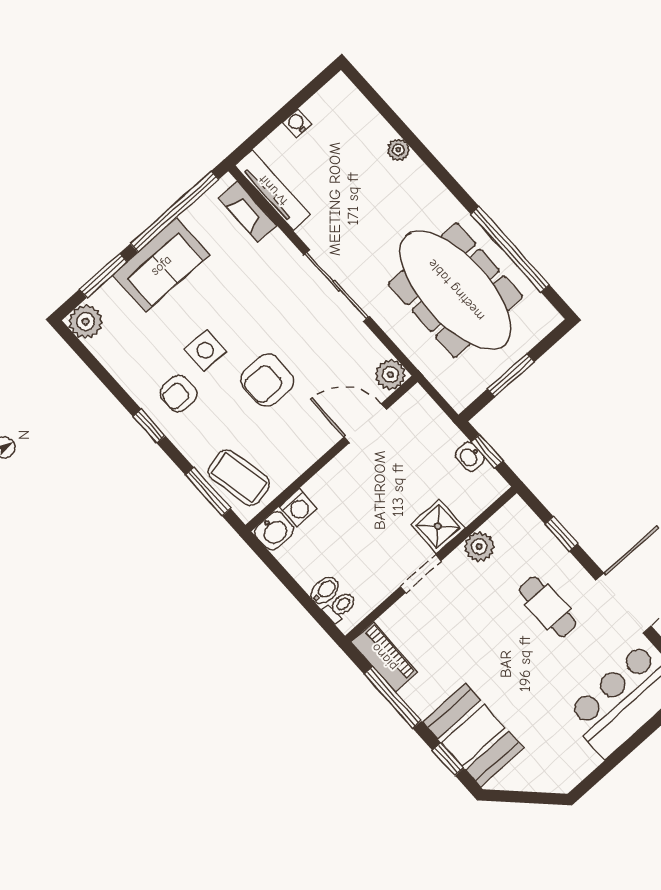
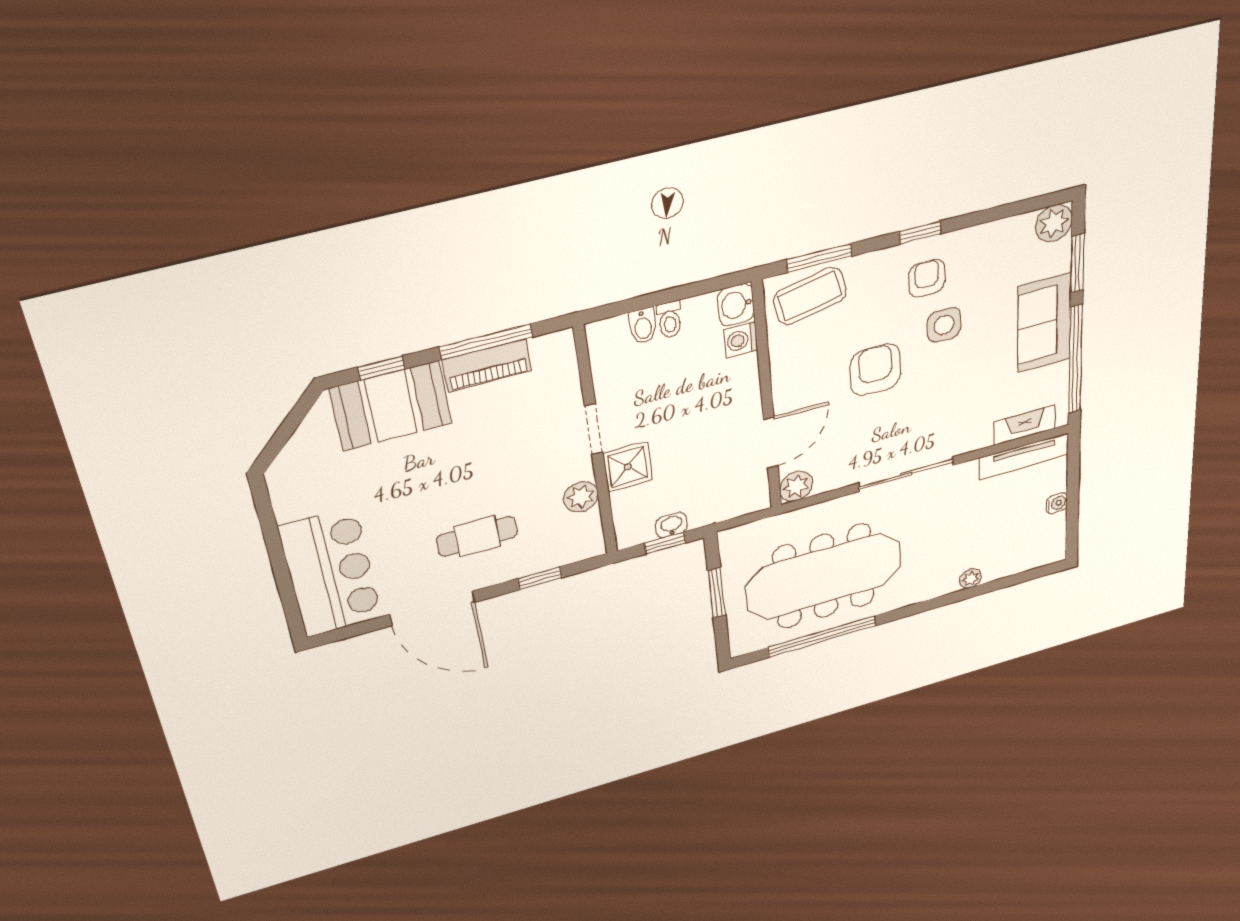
toilet: (340, 607) -> (670, 320), moved
piano: (384, 657) -> (487, 365), moved

